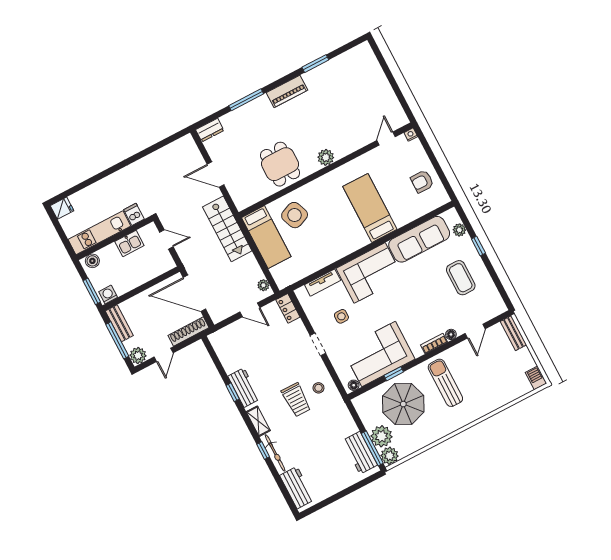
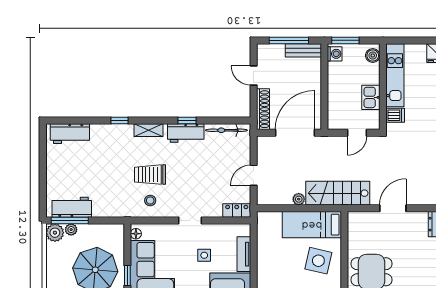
side table: (295, 215) -> (318, 261), turned 35
plant: (263, 285) -> (299, 199), moved
plant: (138, 356) -> (265, 52), removed
plant: (382, 436) -> (71, 230), width x0.53, depth x0.53
bicycle: (275, 453) -> (226, 130), moved

